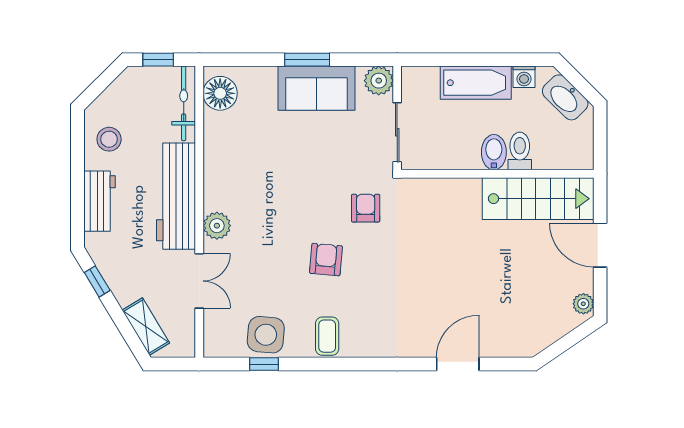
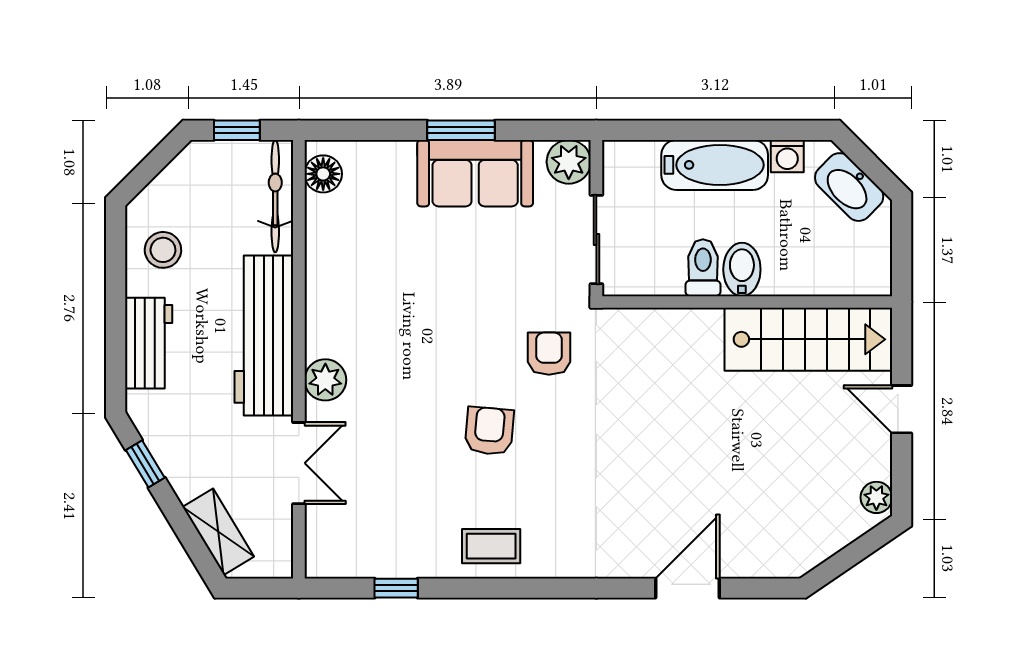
floor lamp: (220, 93) -> (323, 174), width x0.73, depth x0.73
toilet: (520, 151) -> (703, 268), moved
door: (600, 245) -> (902, 409), width x0.73
side table: (266, 335) -> (399, 544), removed
coffee table: (327, 336) -> (491, 546), turned 90

